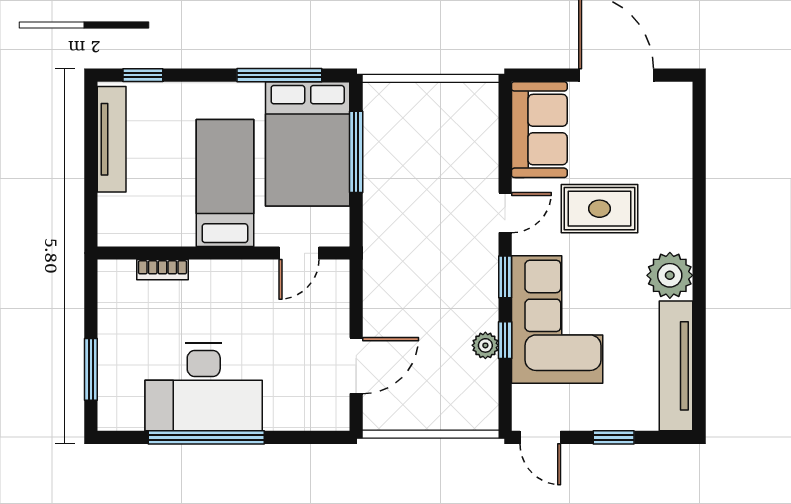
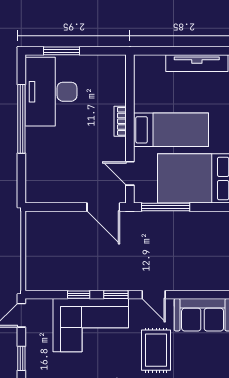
window: (356, 152) -> (166, 207), moved
bookcase: (163, 270) -> (120, 121), moved
plant: (485, 345) -> (76, 283), removed
door: (356, 366) -> (103, 207), moved
desk: (204, 387) -> (51, 92), moved

